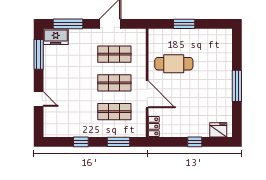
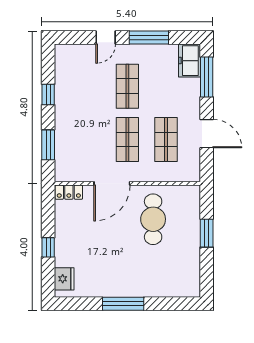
window: (39, 54) -> (149, 38), moved
shop shelf: (114, 112) -> (127, 86), moved

